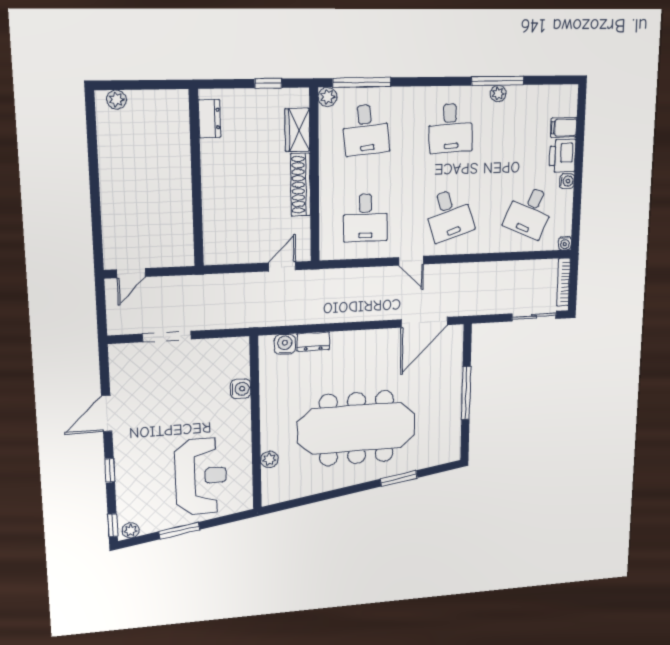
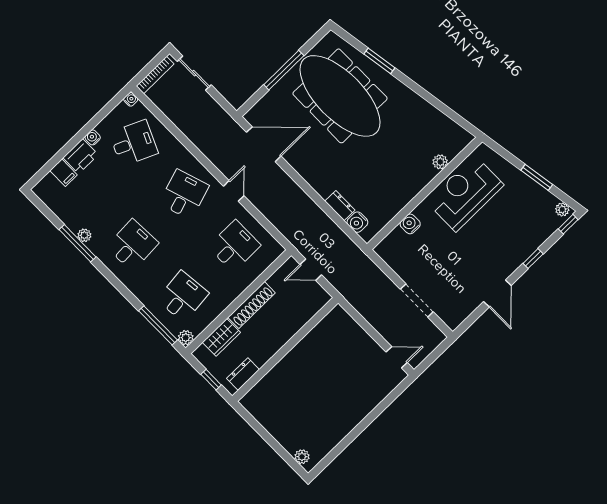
dresser: (210, 119) -> (243, 374), moved
wall: (196, 179) -> (285, 349), moved
door: (107, 413) -> (497, 293), hinge flipped
meeting table: (357, 428) -> (340, 96), moved
reception desk: (201, 476) -> (465, 193), moved

